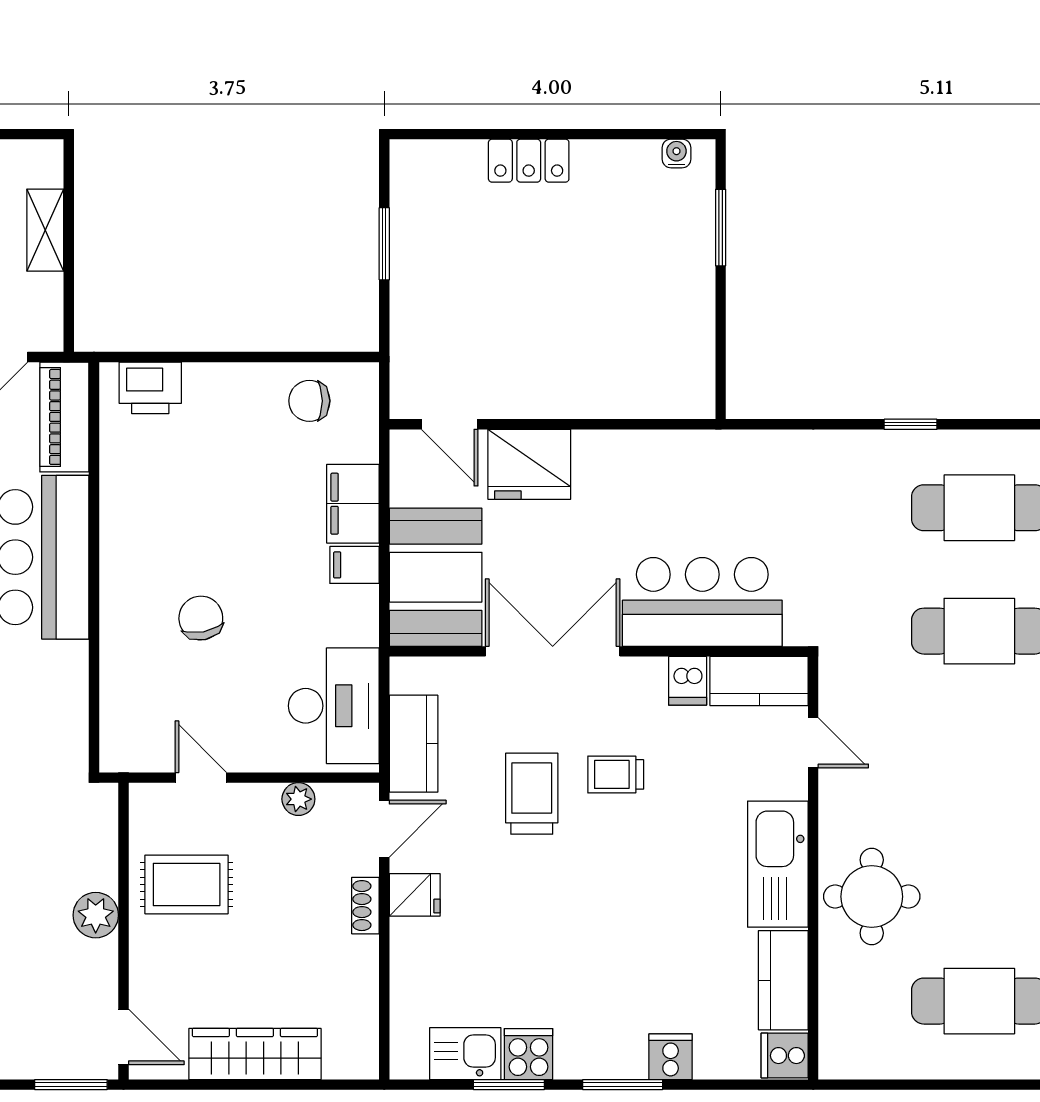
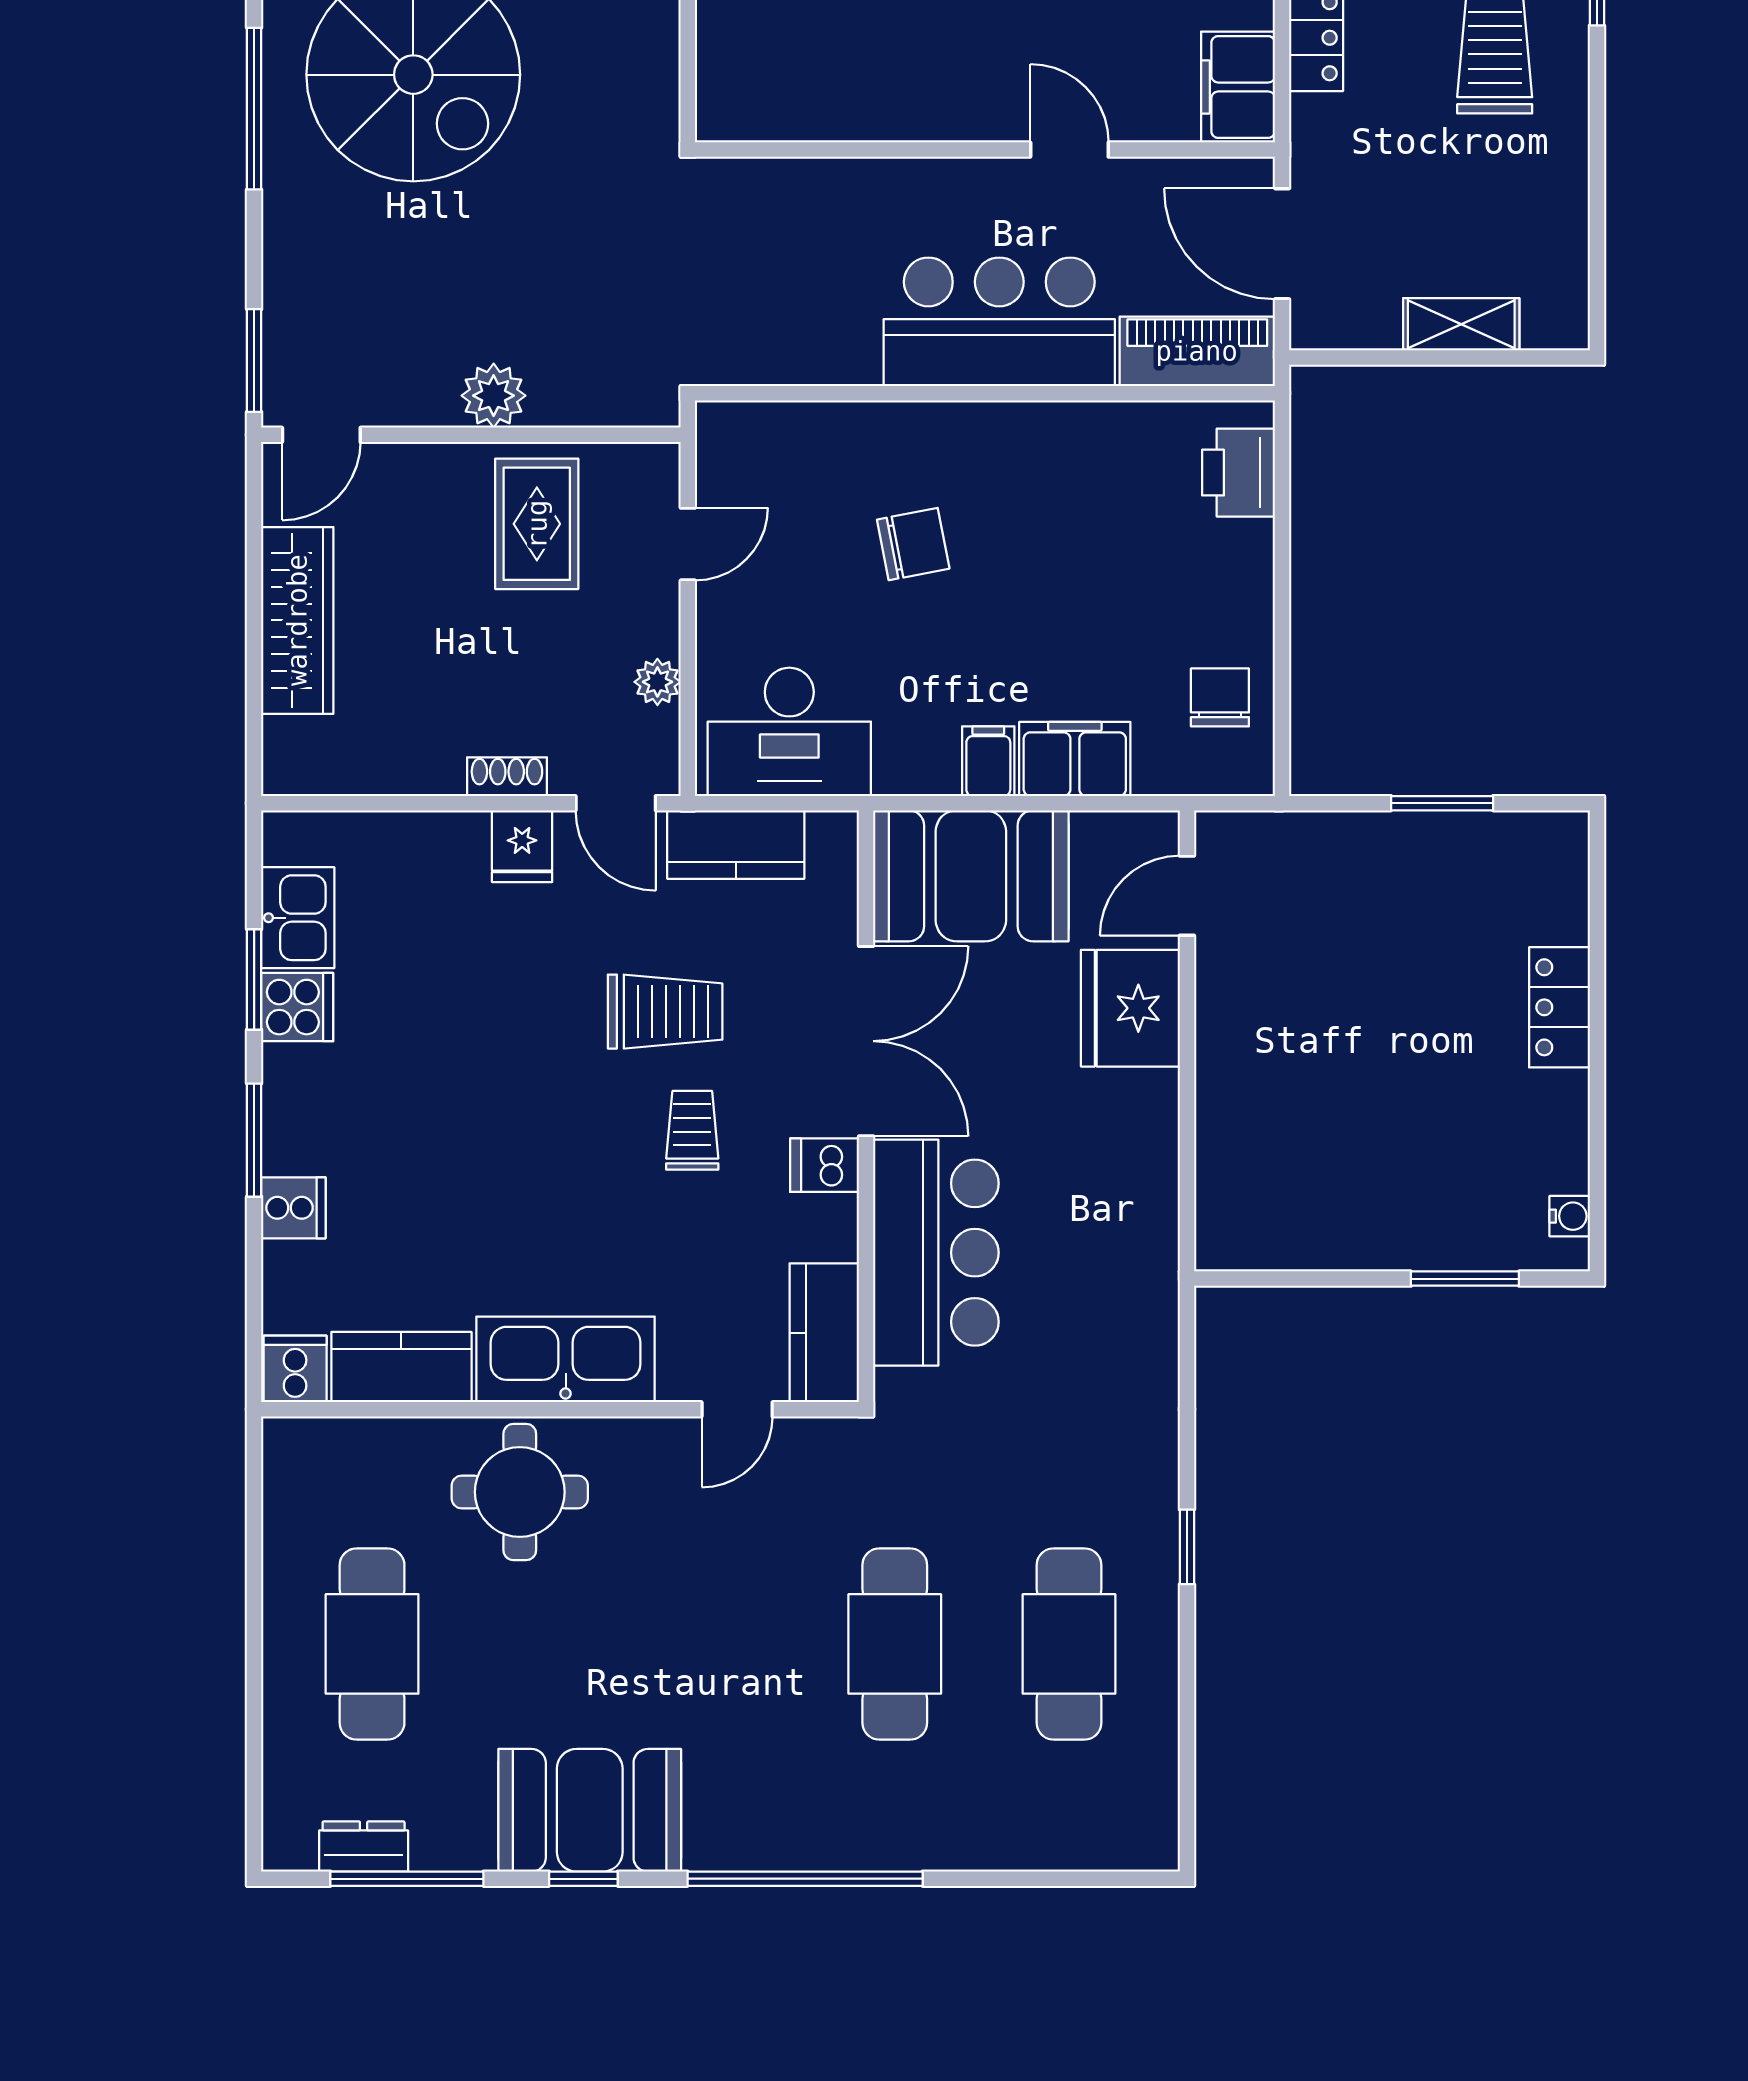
dishwasher: (688, 681) -> (824, 1165), moved

